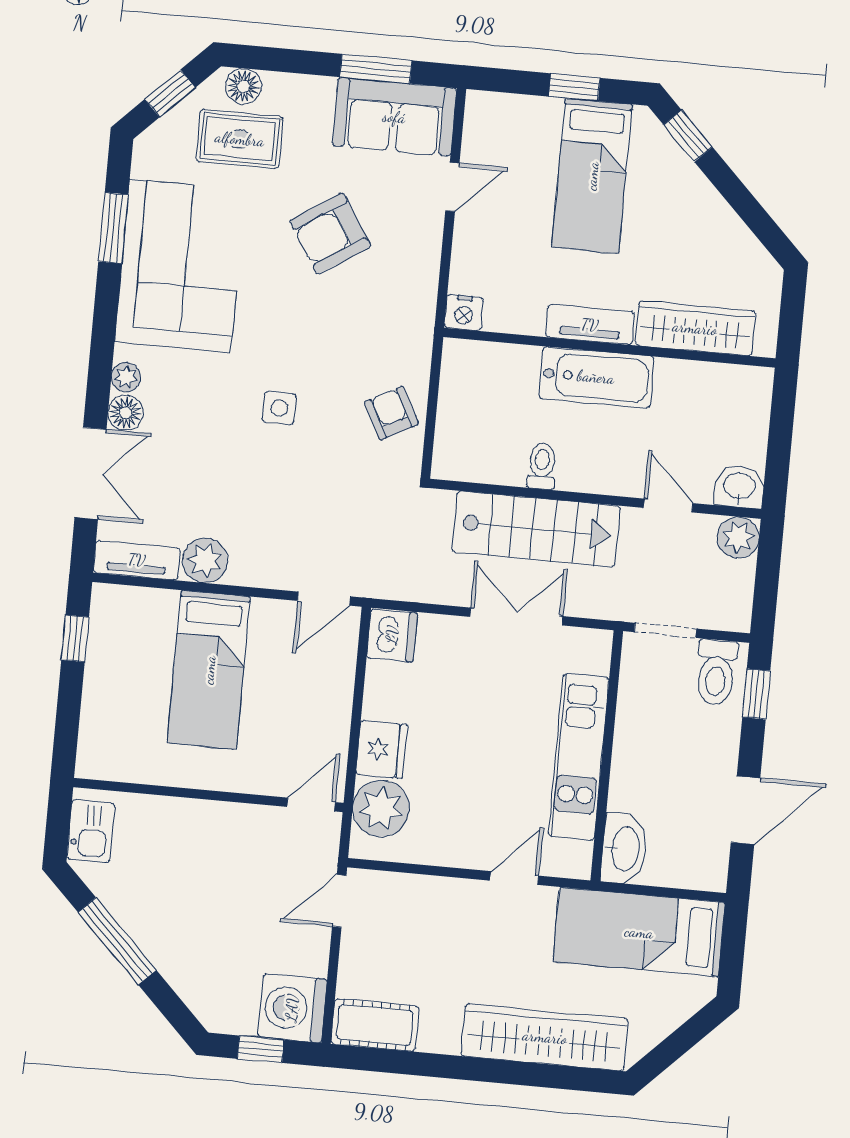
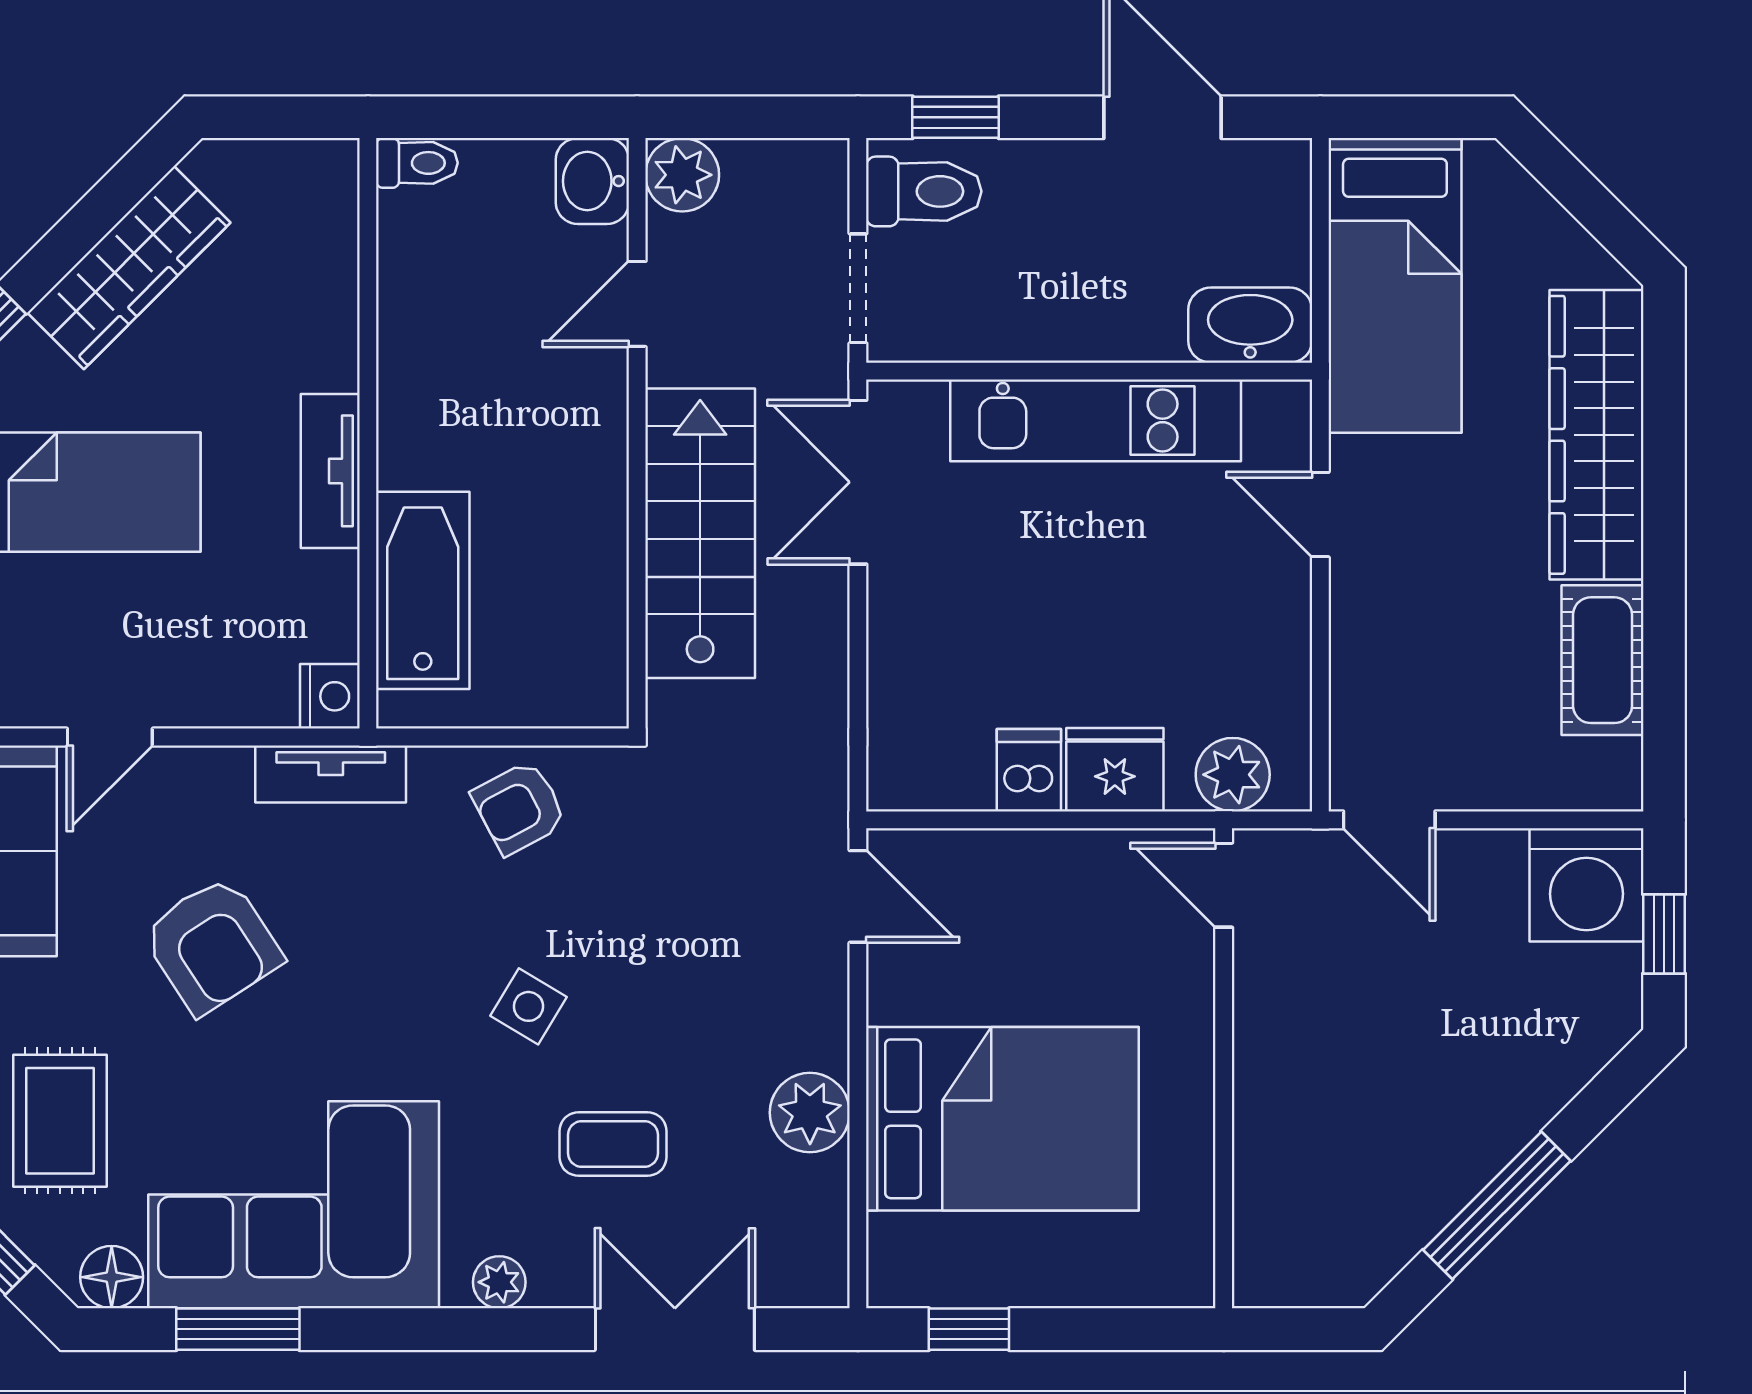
door: (452, 187) -> (110, 737), swing flipped
wardrobe: (695, 328) -> (129, 268), moved, turned -135
bathtub: (596, 377) -> (423, 590), moved
side table: (279, 408) -> (528, 1006), turned 31
floor lamp: (126, 413) -> (112, 1277), moved
coffee table: (198, 448) -> (613, 1144), added
toilet: (542, 466) -> (417, 163), moved, turned 180
tv unit: (137, 560) -> (331, 774), moved, turned -90
double door: (516, 616) -> (858, 482), moved
dishwasher: (392, 635) -> (1029, 770), moved, width x0.73
bed: (209, 670) -> (1002, 1119), width x1.50
plant: (381, 809) -> (1233, 775), width x0.73, depth x0.73
kitchen sink: (91, 831) -> (1307, 1270), removed
cot: (375, 1025) -> (1603, 660), moved

